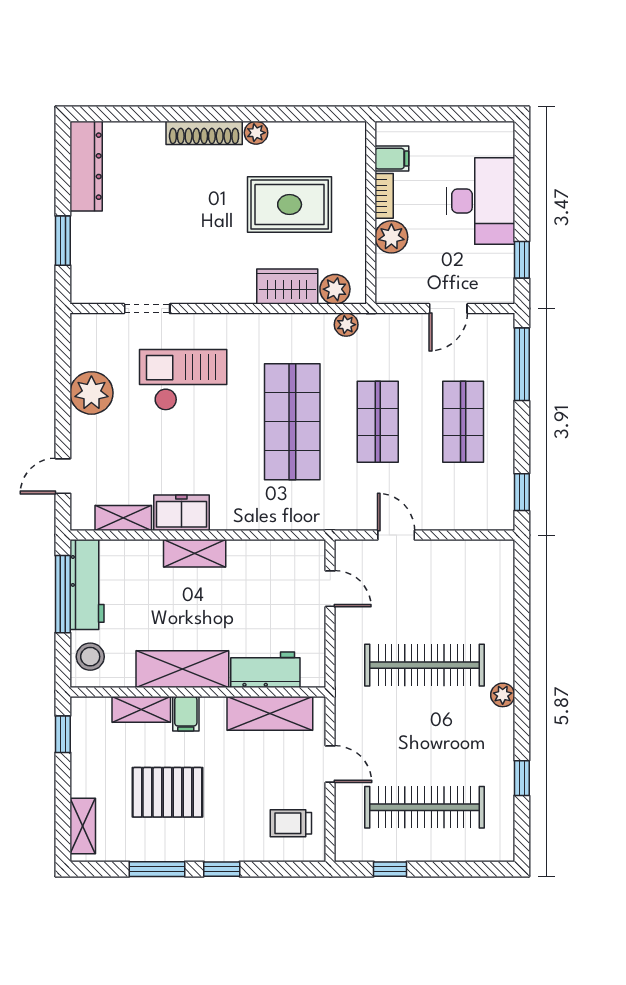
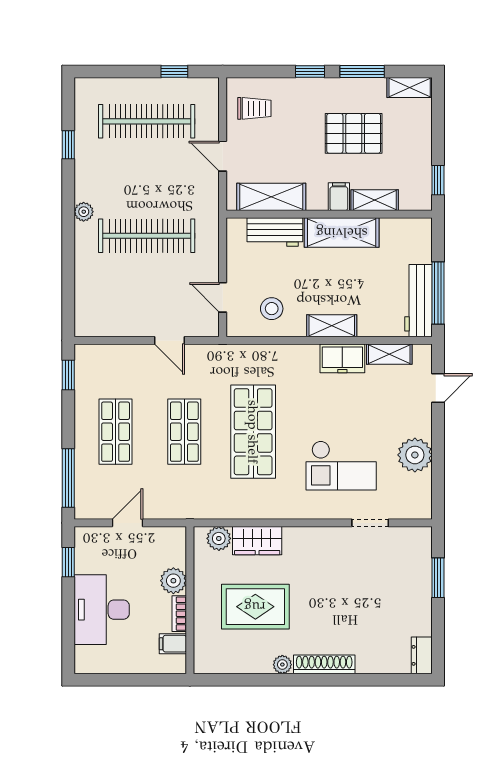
dresser: (86, 166) -> (422, 655), width x0.51, depth x0.80
plant: (346, 325) -> (210, 510), removed
stool: (90, 657) -> (272, 309), moved
shelving: (83, 826) -> (410, 87), moved, turned 90

